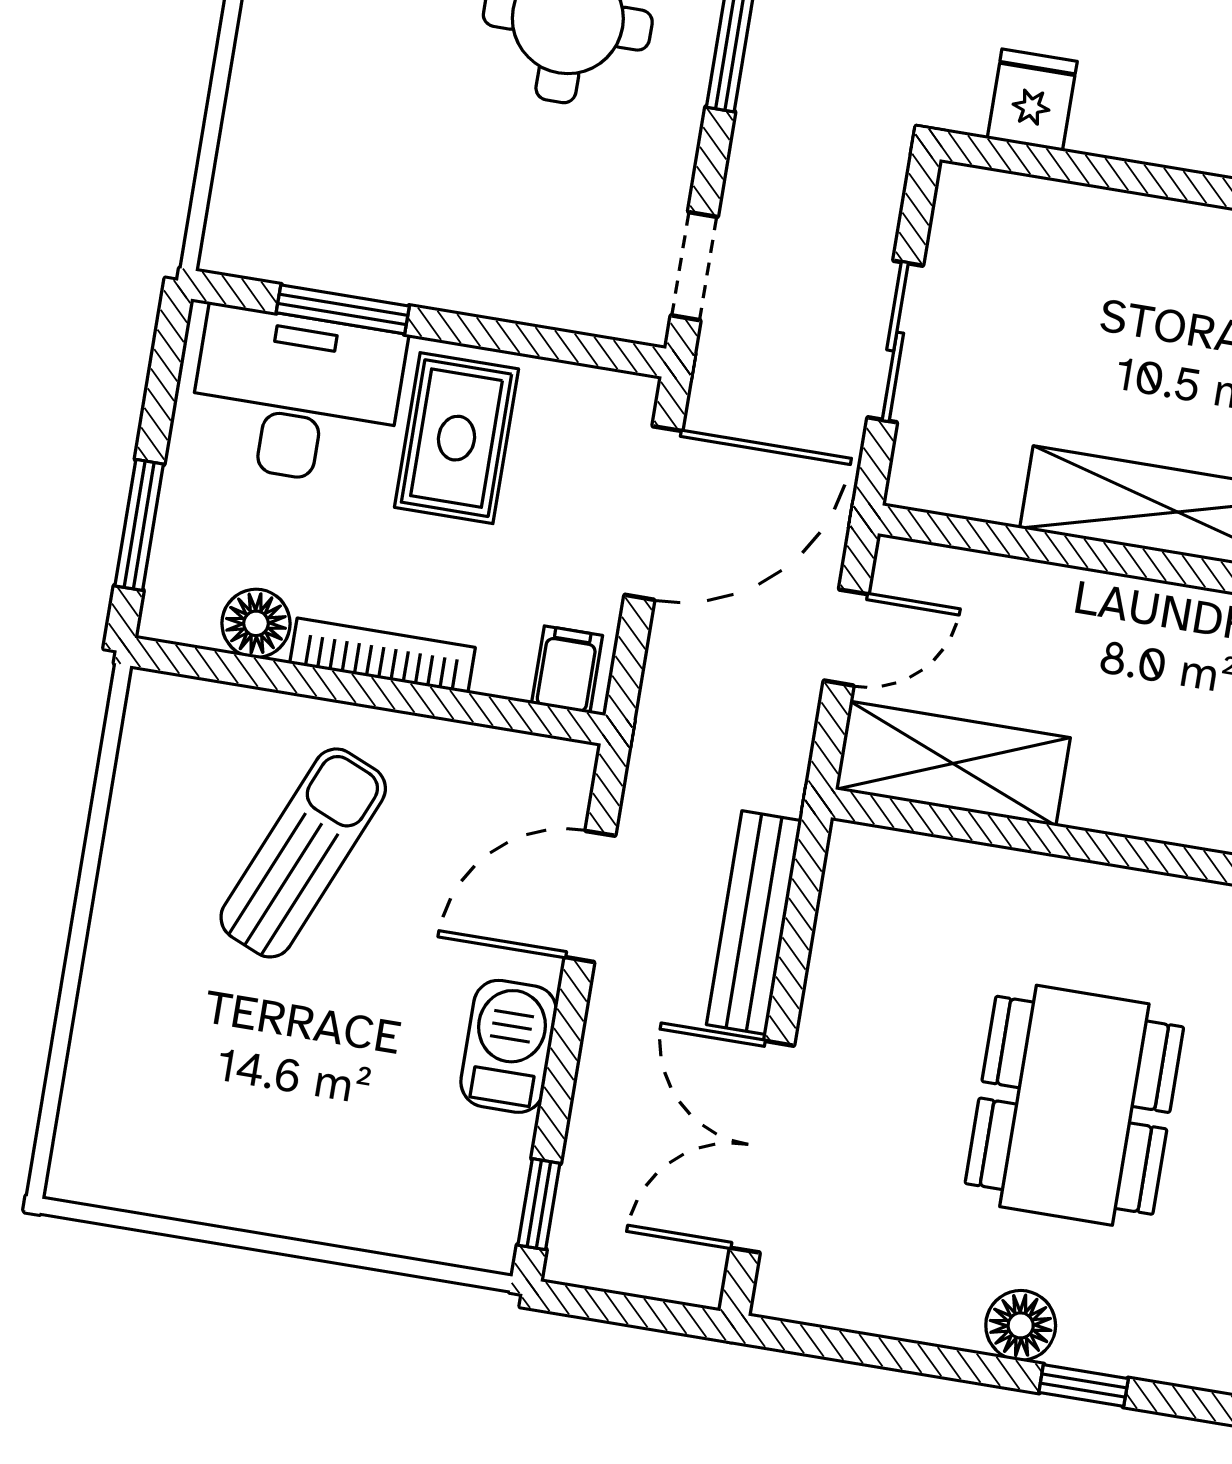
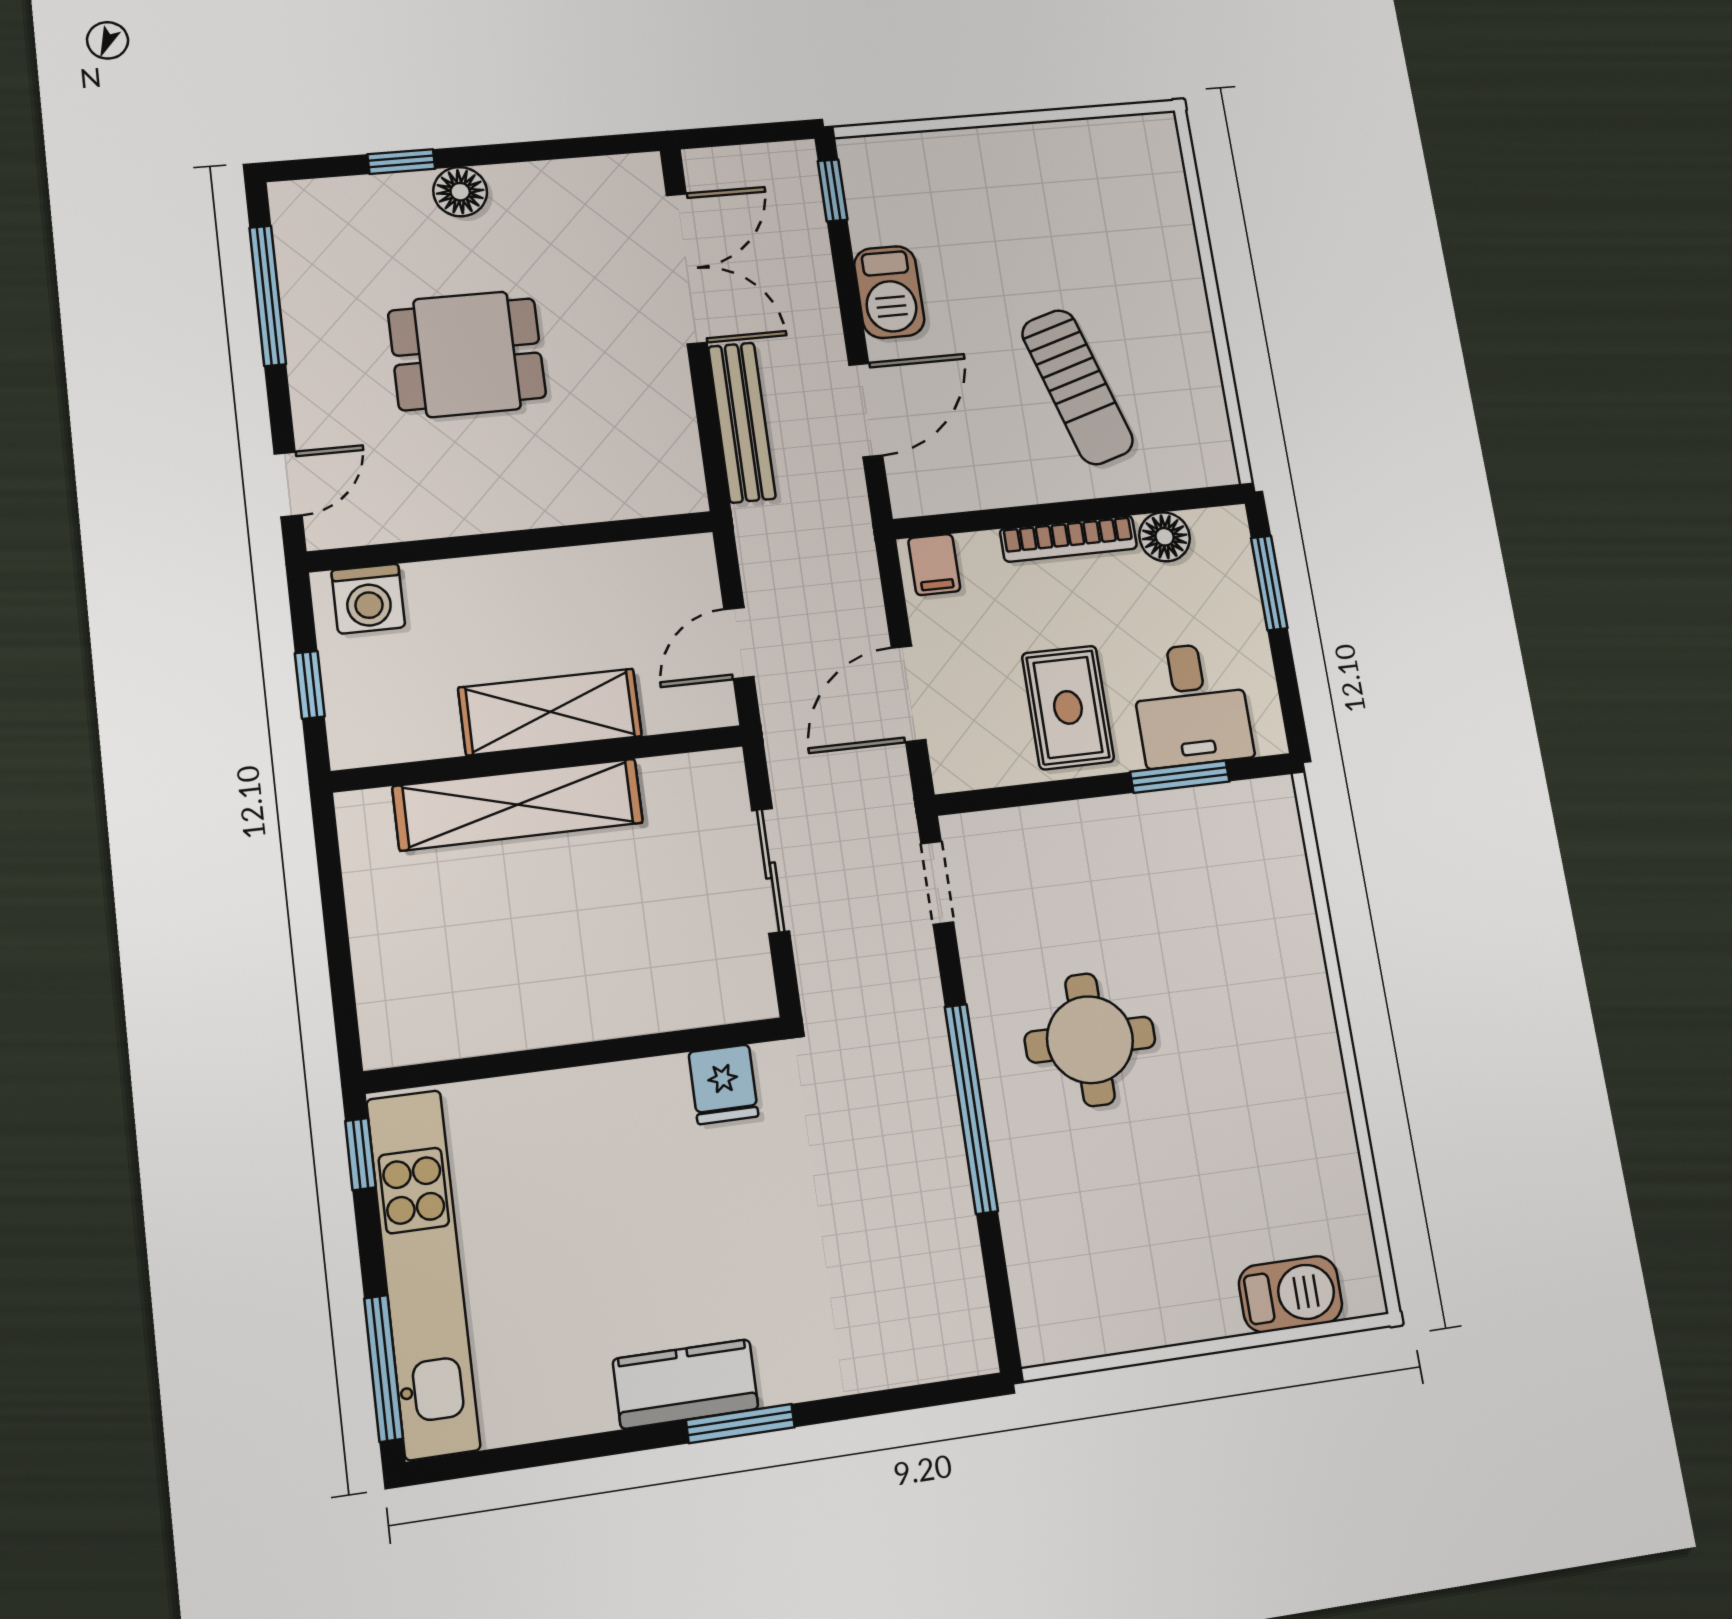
desk: (296, 397) -> (1191, 705), width x0.73
door: (653, 513) -> (909, 694), width x0.73
shelving: (953, 764) -> (550, 712), moved
sun lounger: (303, 853) -> (1077, 387), turned -40
dining table: (1074, 1105) -> (467, 354), width x0.73

